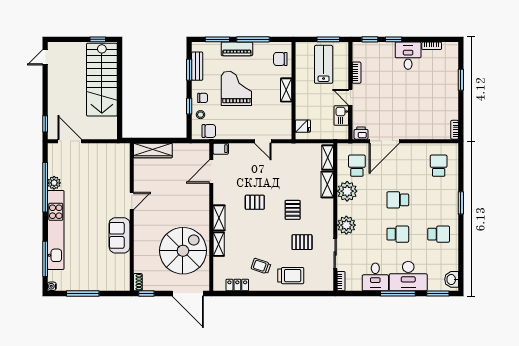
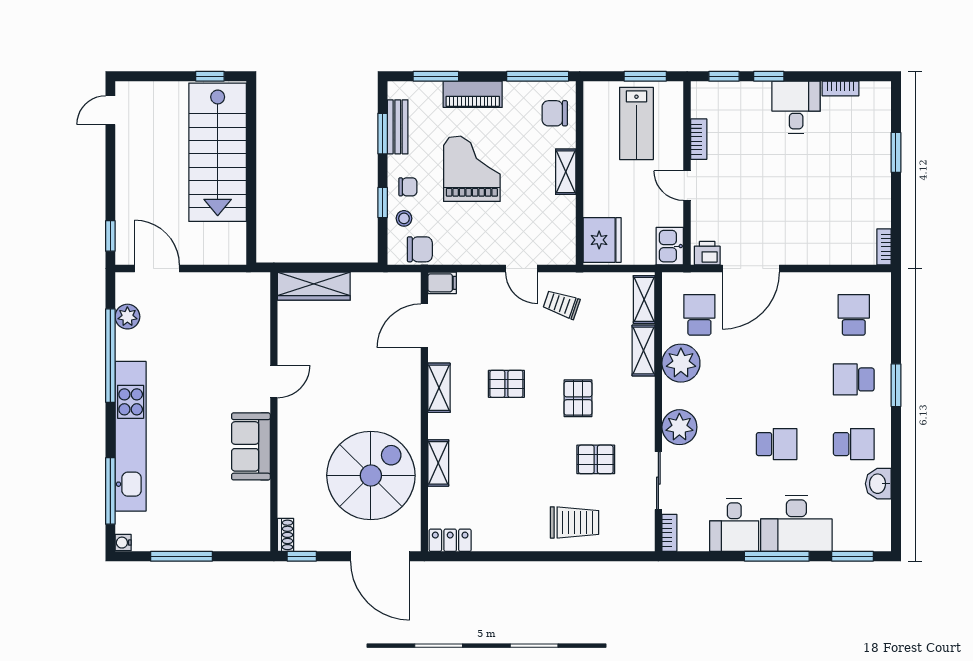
window: (253, 39) -> (538, 76), moved
lab bench: (324, 64) -> (636, 123), turned 180
kitchen sink: (341, 115) -> (670, 246), moved
fridge: (303, 126) -> (602, 240), width x1.88, depth x1.34
plant: (54, 183) -> (127, 317), moved
school desk: (398, 200) -> (854, 379), moved
shelving: (219, 218) -> (439, 388), moved
trolley: (261, 266) -> (561, 304), moved
washbasin: (452, 279) -> (878, 484), moved
locker: (237, 285) -> (450, 540), moved

